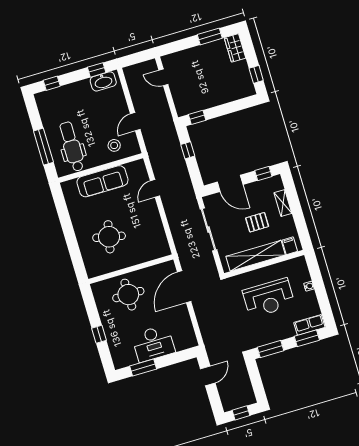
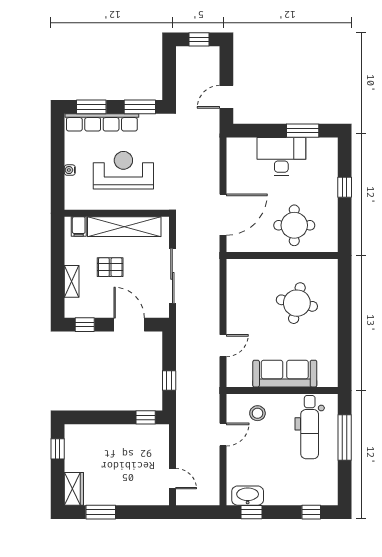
row of seats: (309, 325) -> (102, 122), width x2.02

